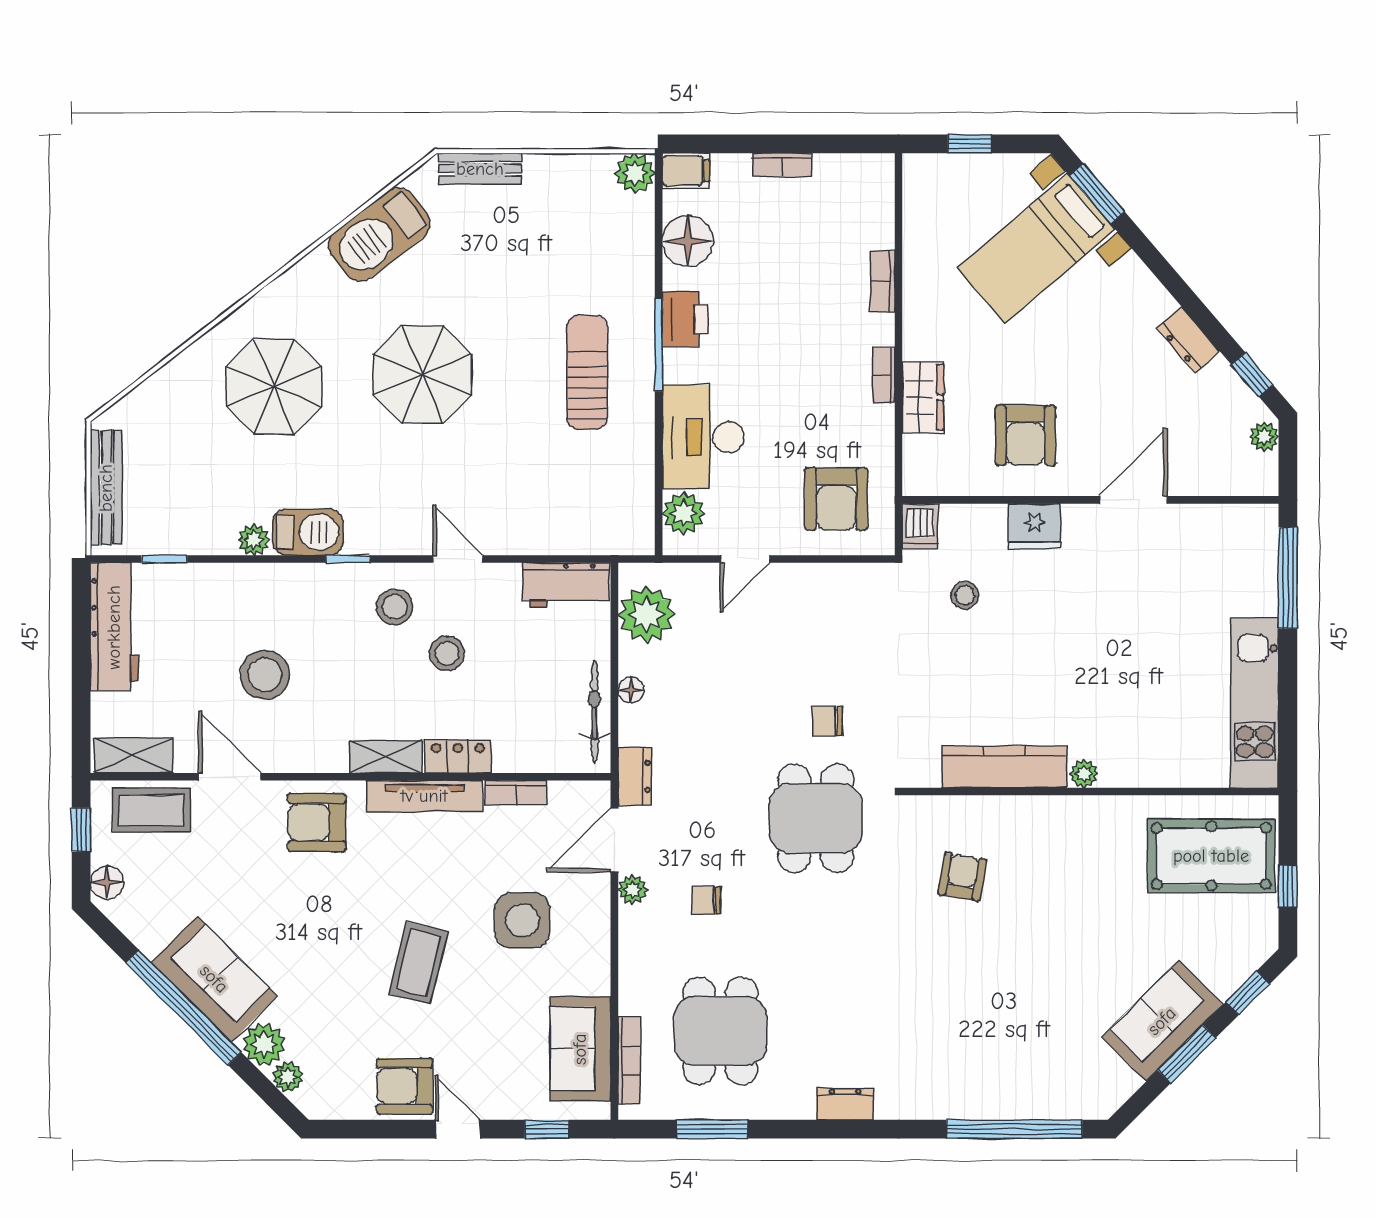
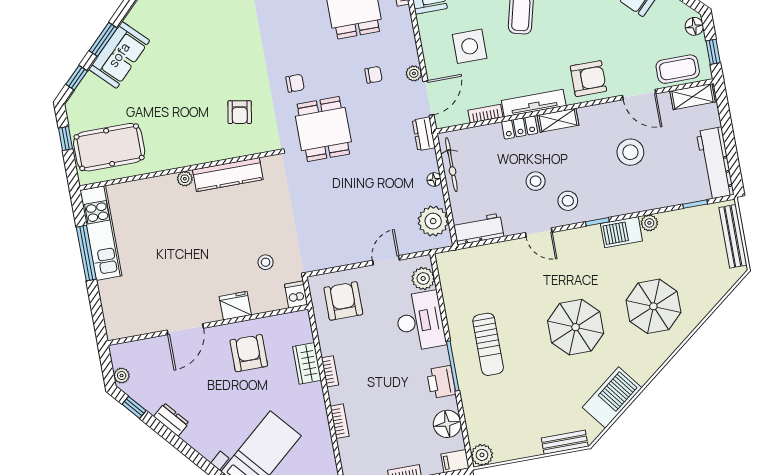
window: (1288, 578) -> (86, 253), moved
chair: (827, 721) -> (295, 83), moved

